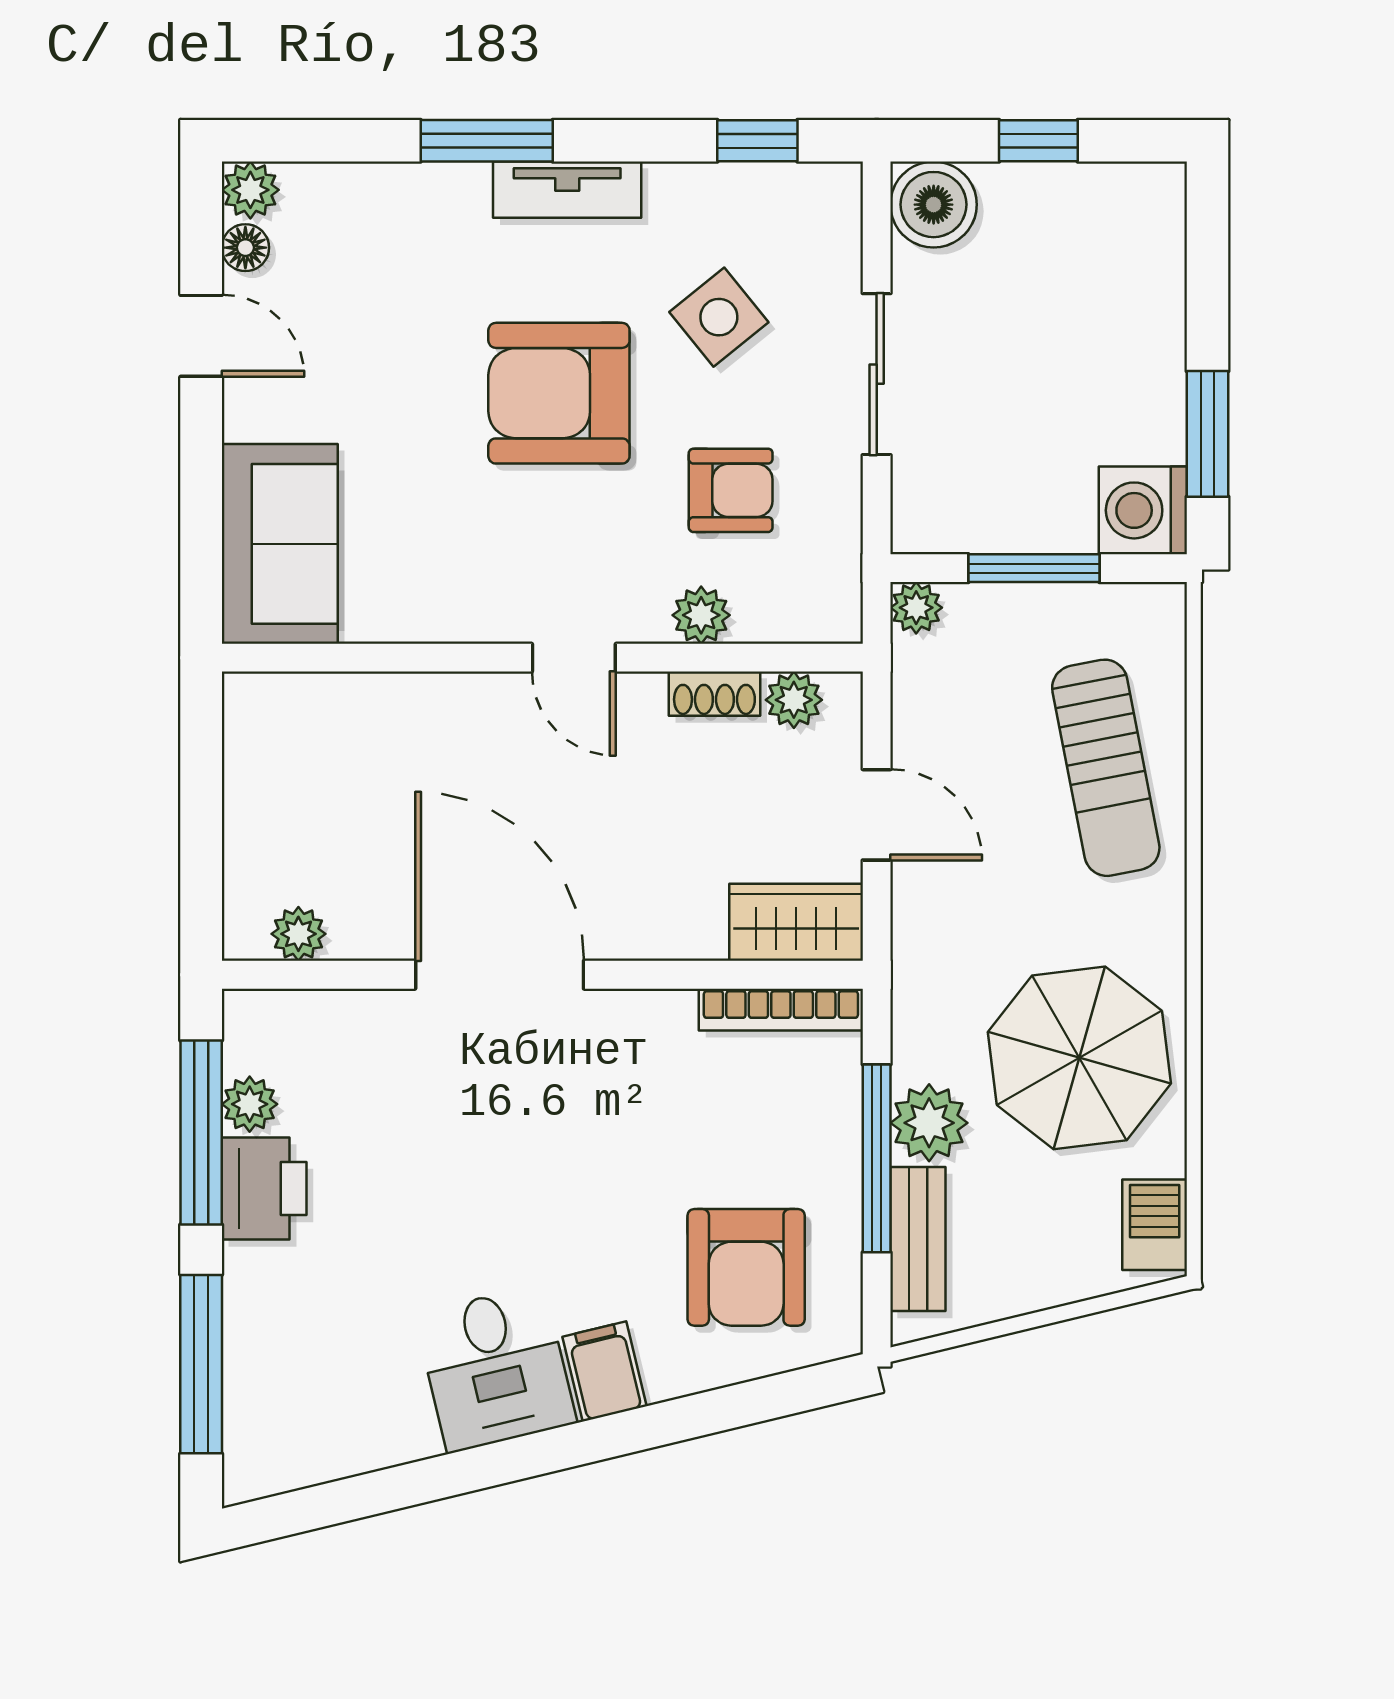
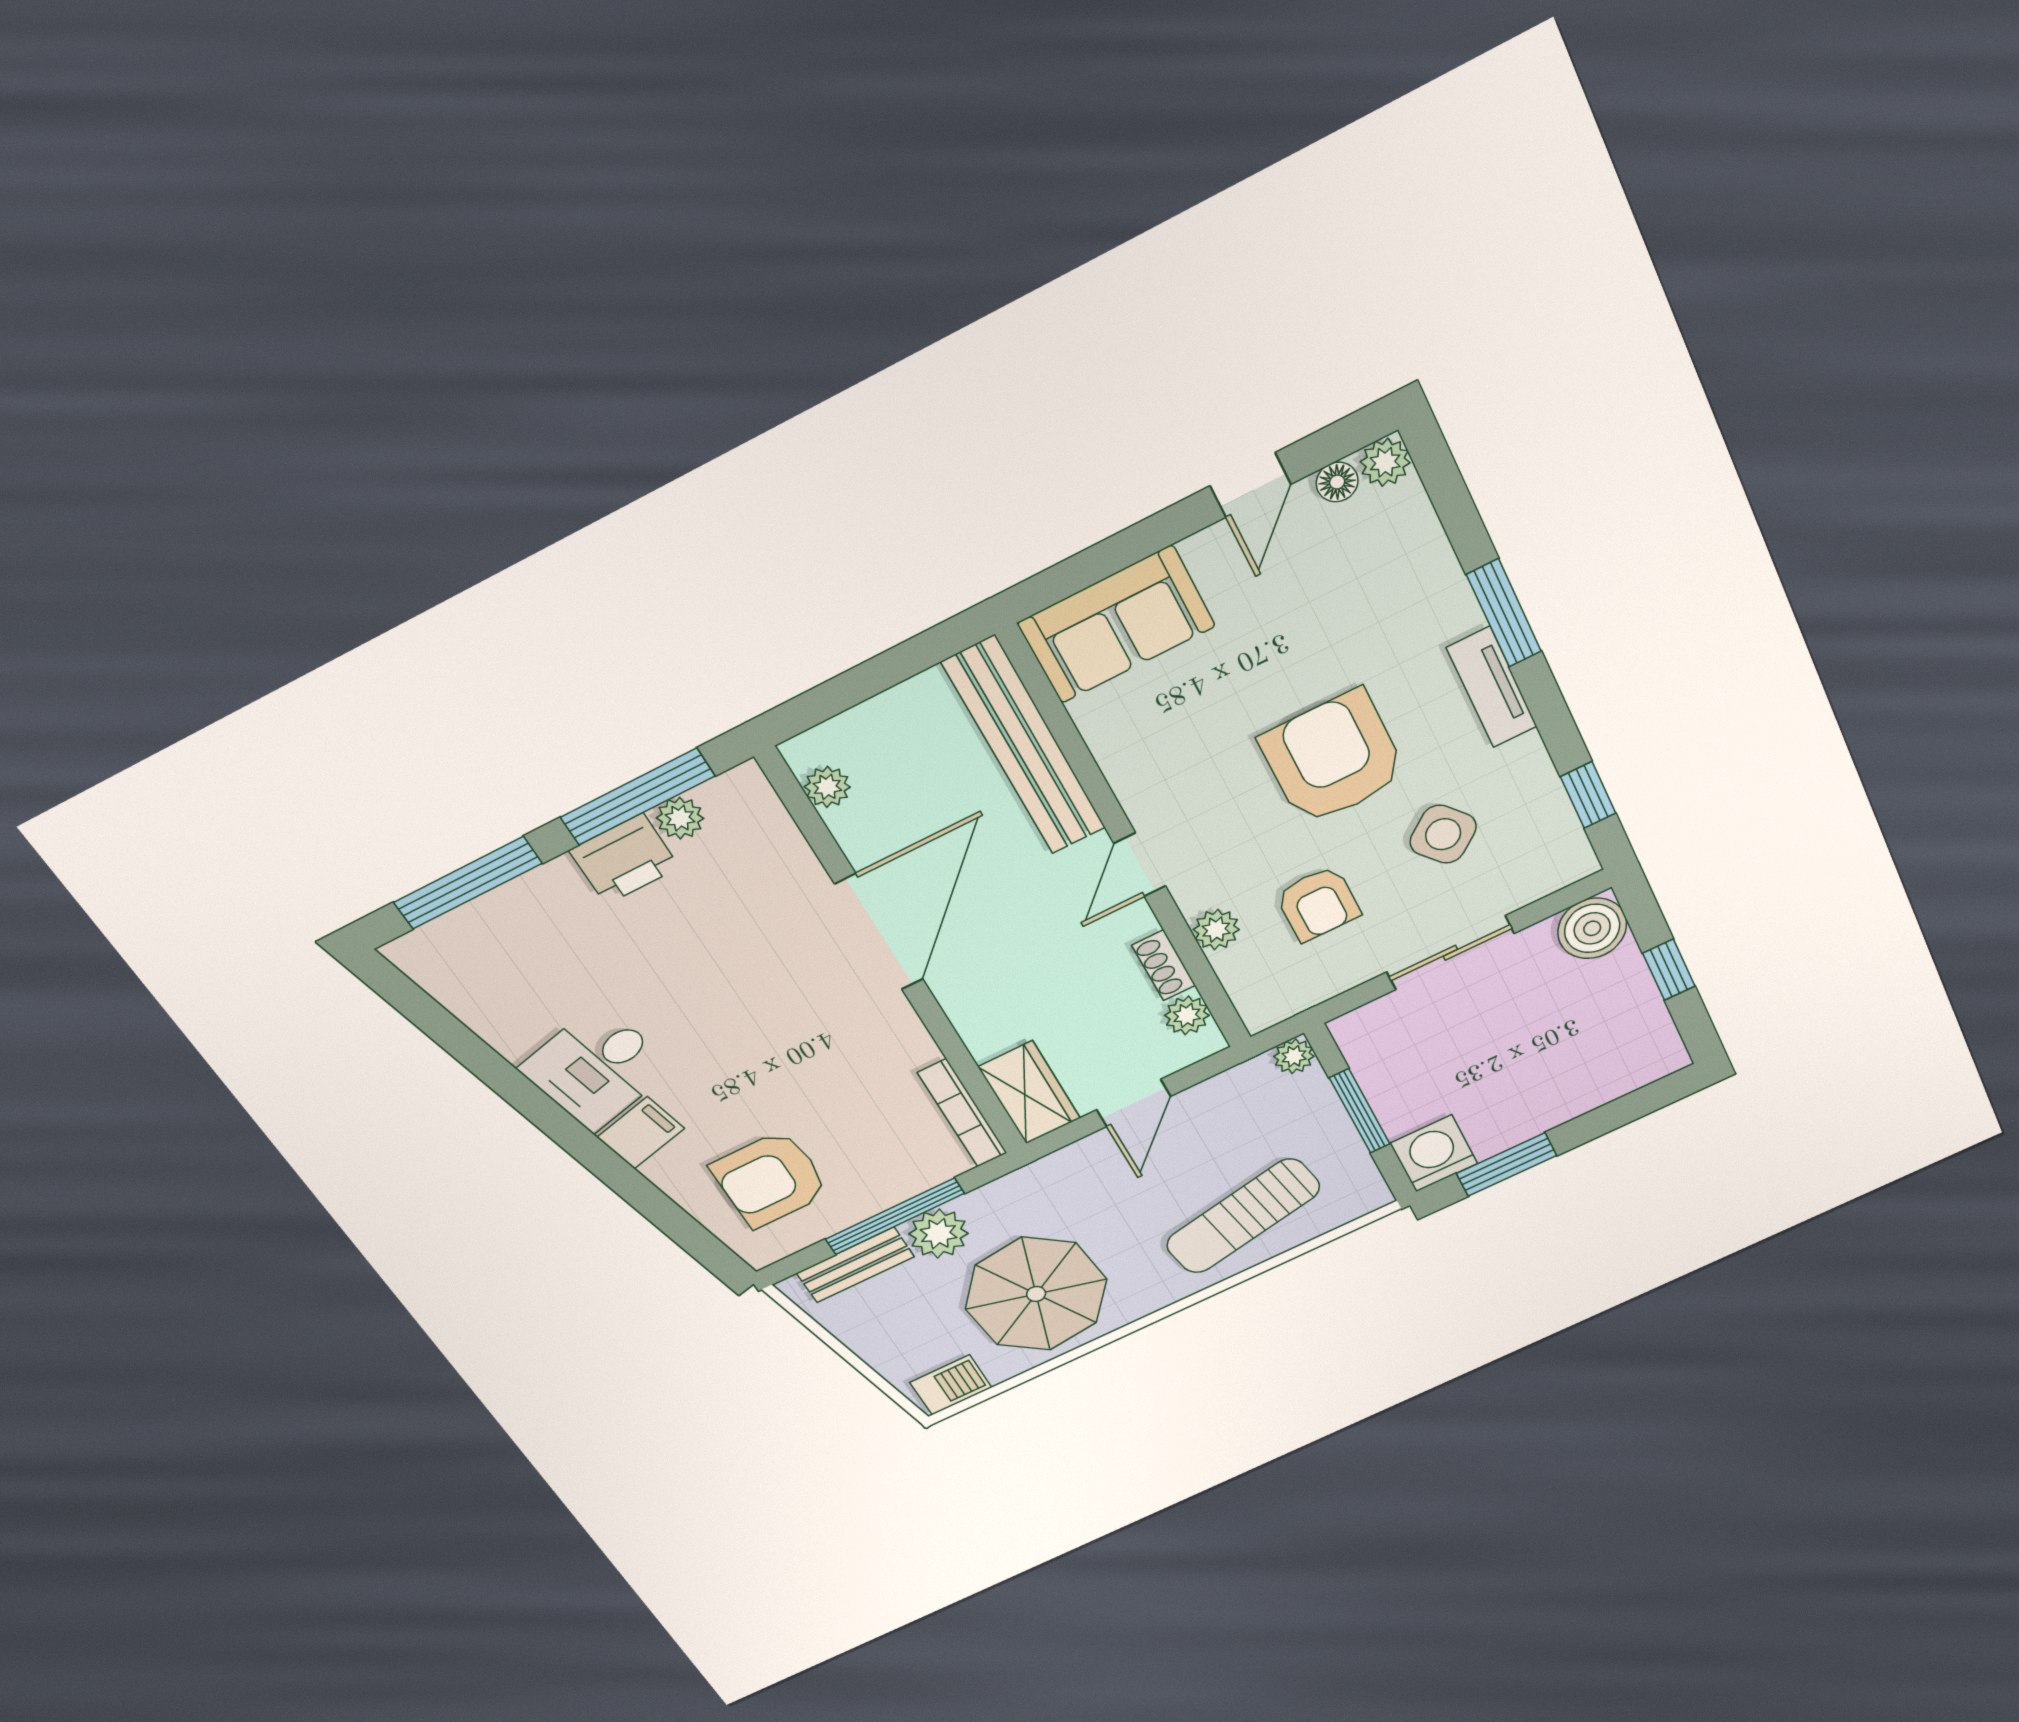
bench: (365, 707) -> (1024, 746), added

